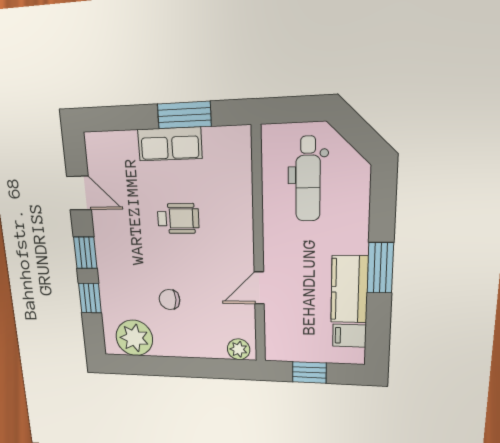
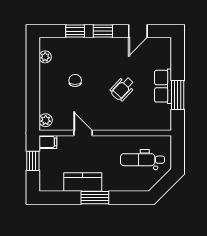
wheelchair: (178, 218) -> (123, 88), turned 43
filing cabinet: (349, 336) -> (48, 142), moved, turned 90
plant: (134, 338) -> (45, 57), width x0.53, depth x0.53

